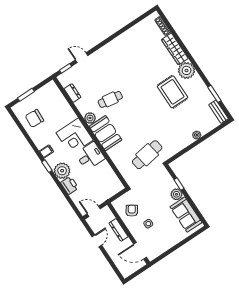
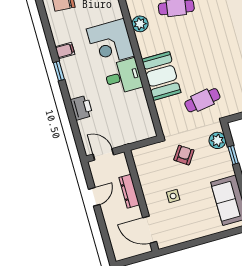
booth: (105, 133) -> (161, 76), moved
cafe table: (147, 155) -> (202, 100), width x0.73, depth x0.74
plant: (62, 171) -> (78, 84), removed
plant: (176, 194) -> (217, 140), moved
armchair: (132, 211) -> (184, 155), moved

